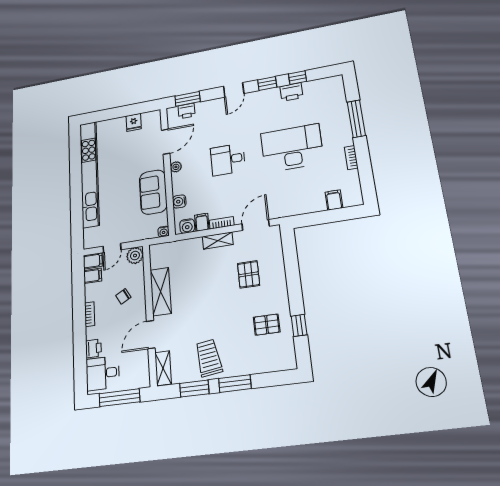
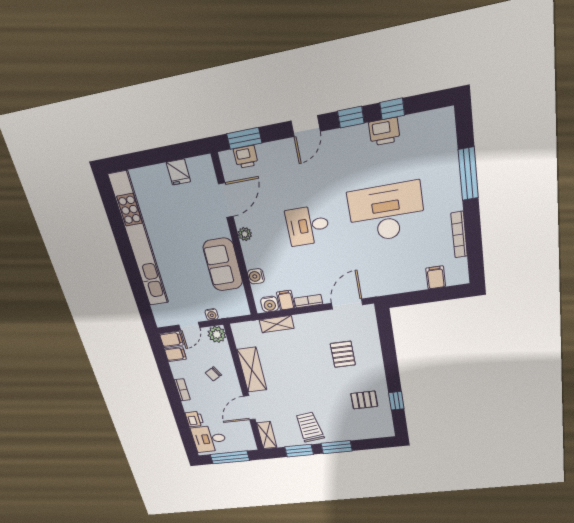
bookcase: (351, 158) -> (459, 235), width x1.56
water cooler: (164, 232) -> (212, 314), moved
shelving: (218, 241) -> (277, 324), moved

